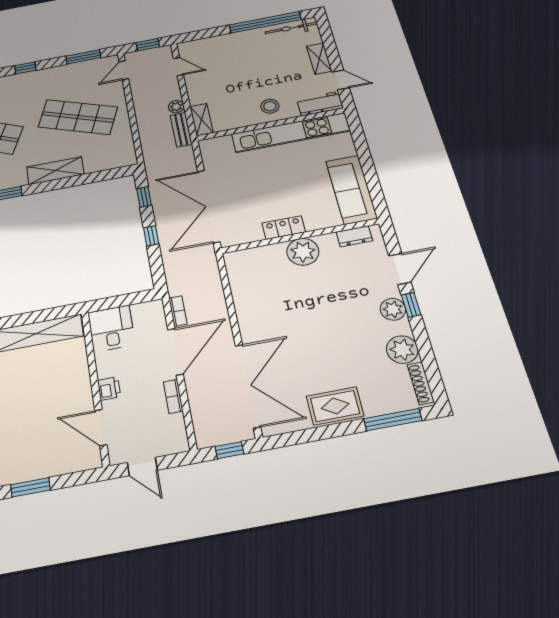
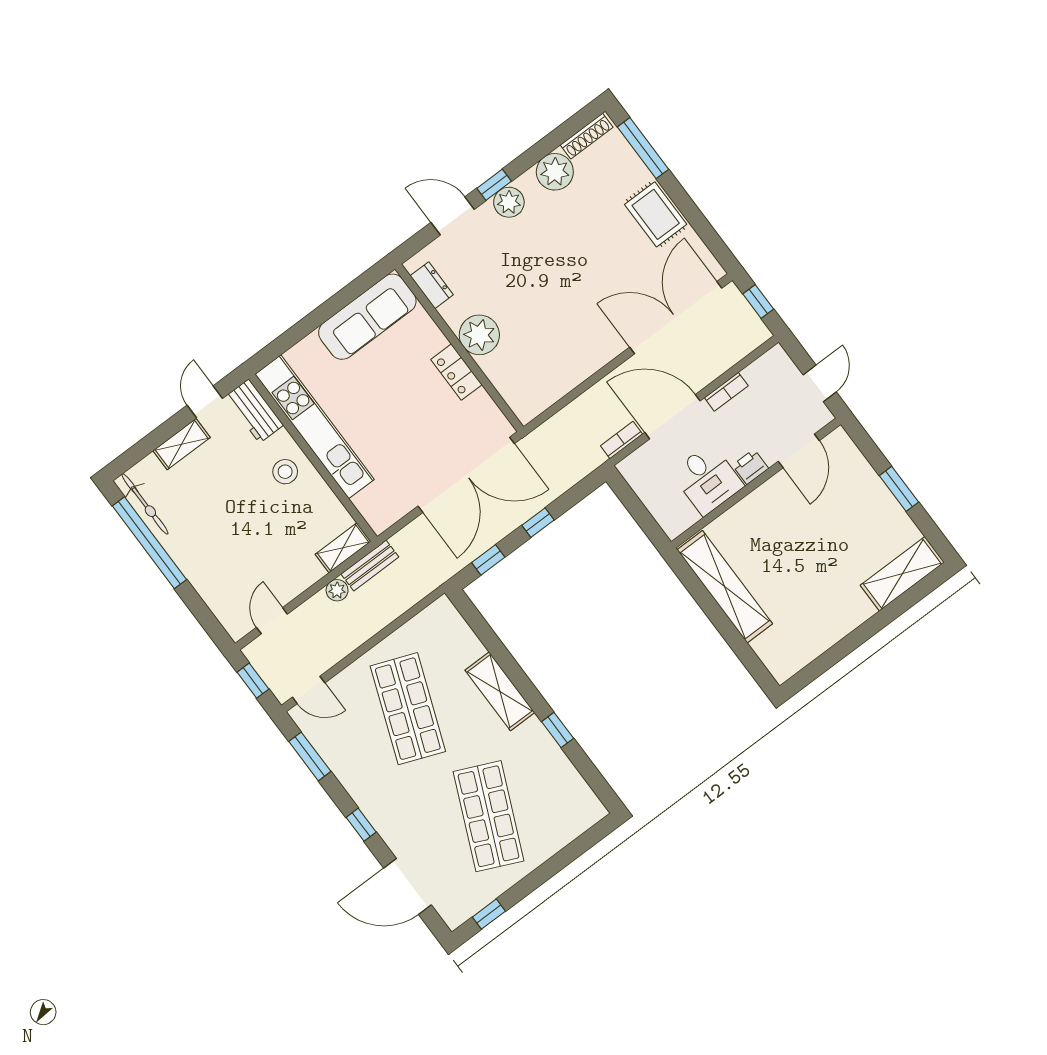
desk: (111, 328) -> (707, 479), moved, turned -90

